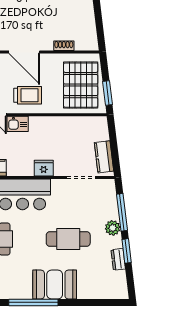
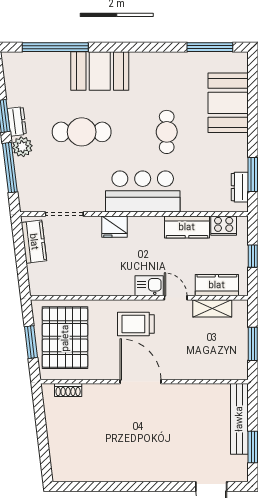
shoe rack: (64, 46) -> (68, 390), moved
window: (107, 93) -> (31, 342), moved
dresser: (118, 259) -> (17, 121), moved
window: (33, 302) -> (55, 47), moved

